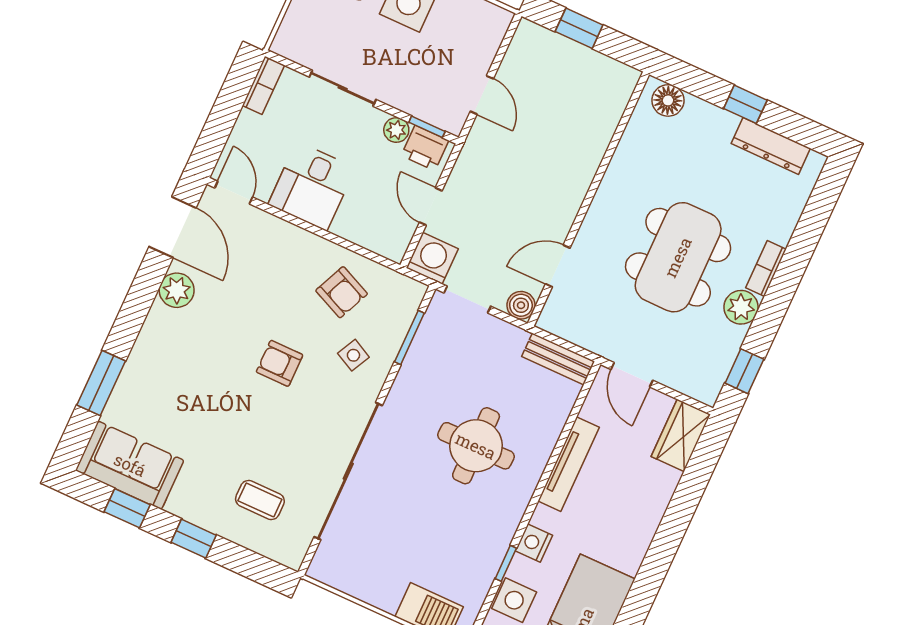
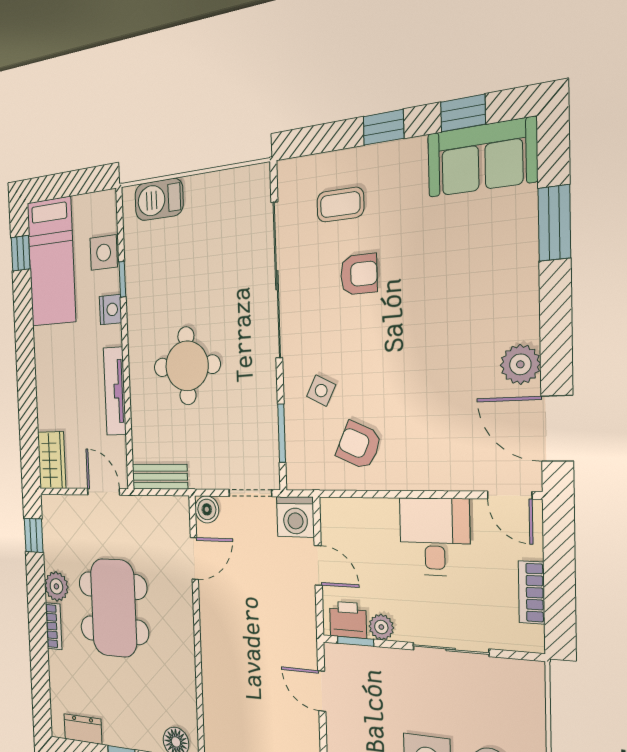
bookcase: (263, 85) -> (532, 592), moved
dresser: (771, 146) -> (83, 729), width x0.70
armchair: (280, 363) -> (359, 274), moved

